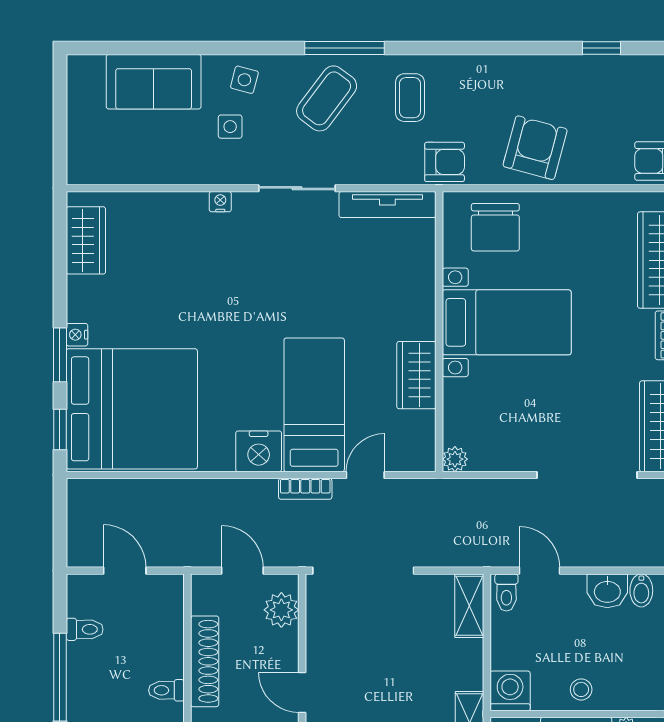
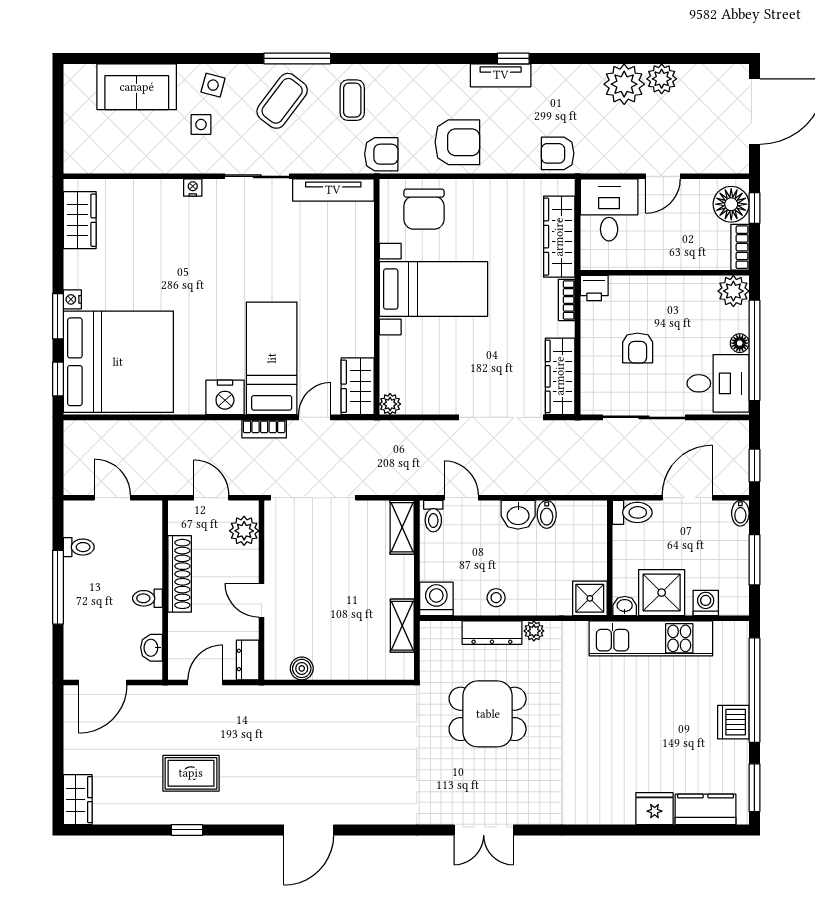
tv unit: (587, 68) -> (501, 75), added
armchair: (535, 148) -> (457, 142), turned 75
wardrobe: (416, 375) -> (358, 386), moved

